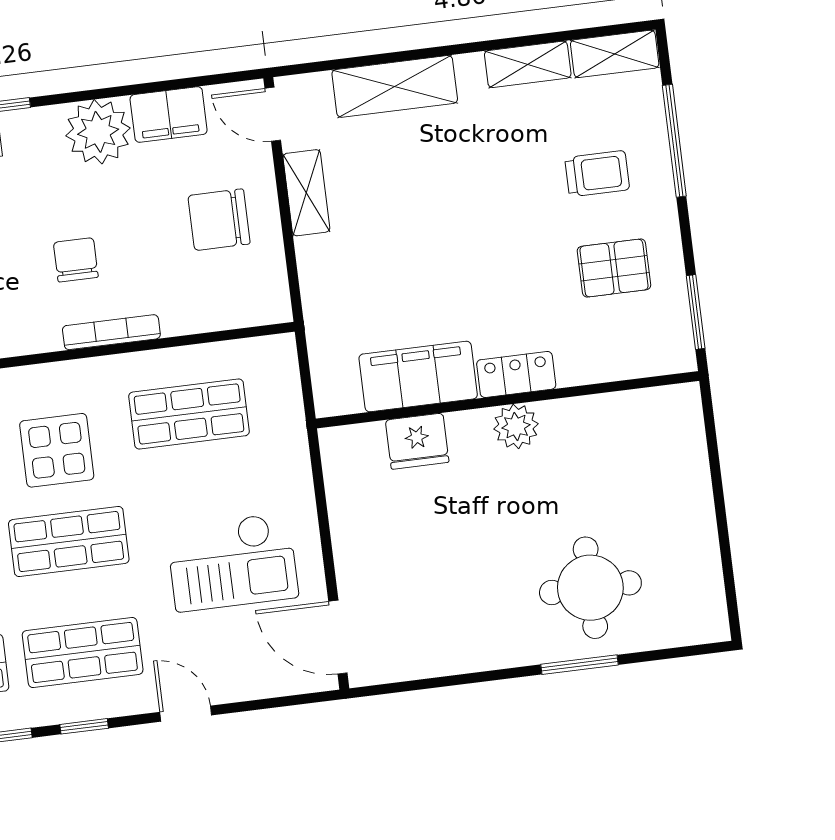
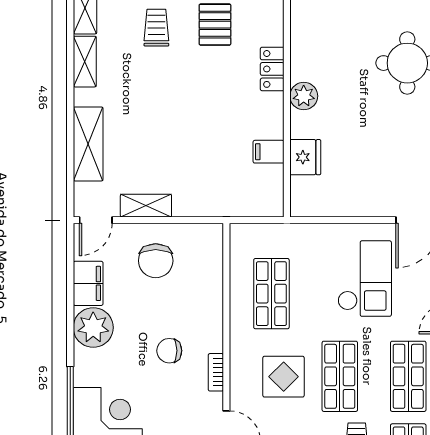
bookcase: (111, 332) -> (216, 372), moved, width x0.64
locker: (516, 374) -> (272, 69), moved
filing cabinet: (418, 376) -> (269, 152), width x0.33, depth x0.86

